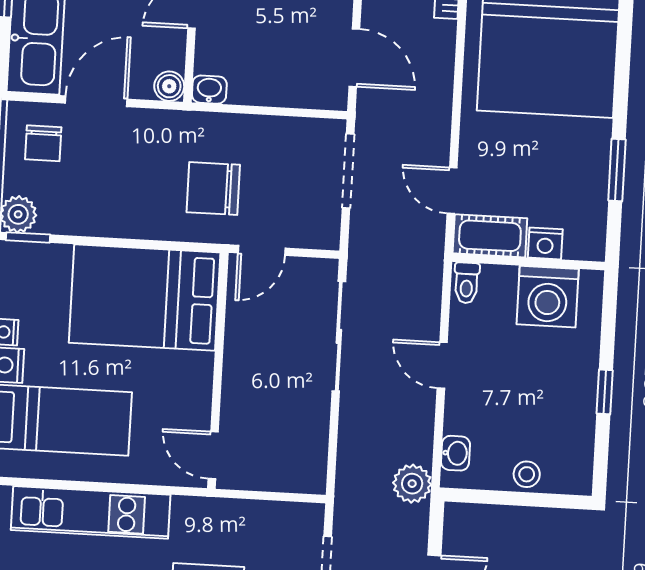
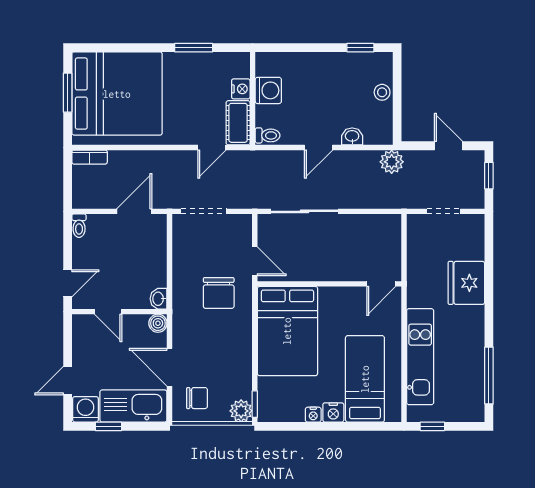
washing machine: (548, 297) -> (268, 90), width x0.73, depth x0.73
window: (605, 392) -> (360, 48), moved
washbasin: (455, 453) -> (352, 136), moved

